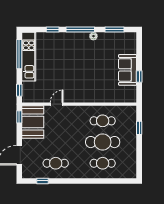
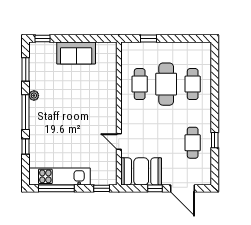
window: (139, 76) -> (43, 38), moved
window: (19, 117) -> (155, 188), moved
window: (43, 181) -> (215, 140), moved

